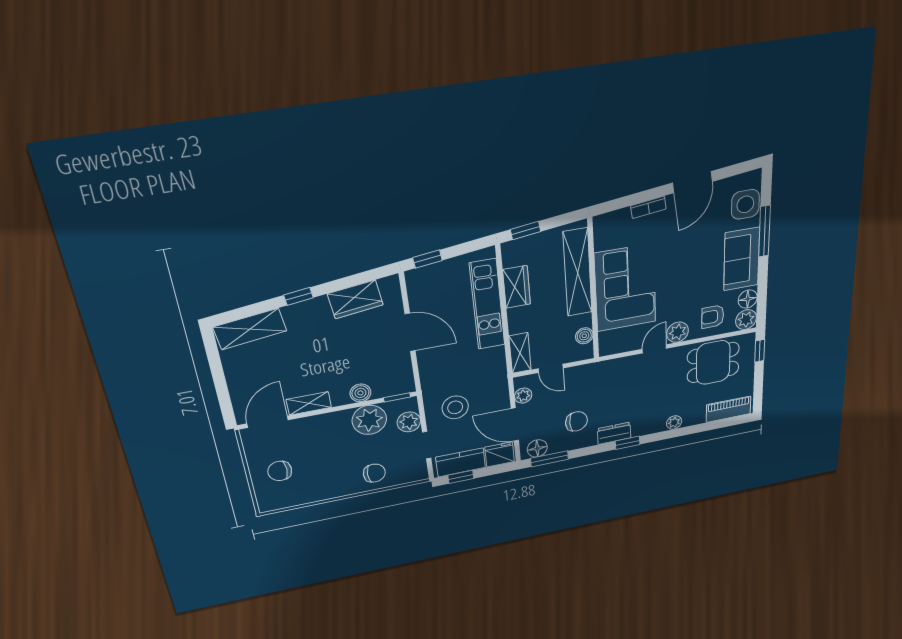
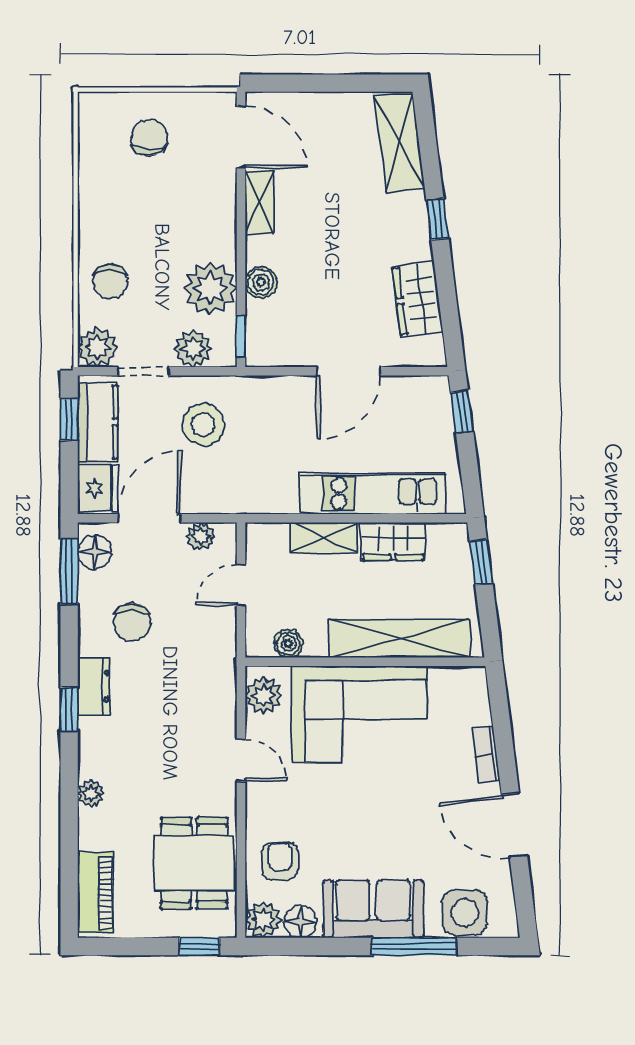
plant: (678, 332) -> (264, 696), moved
shelving: (520, 353) -> (324, 537), moved
plant: (416, 471) -> (98, 347), added

